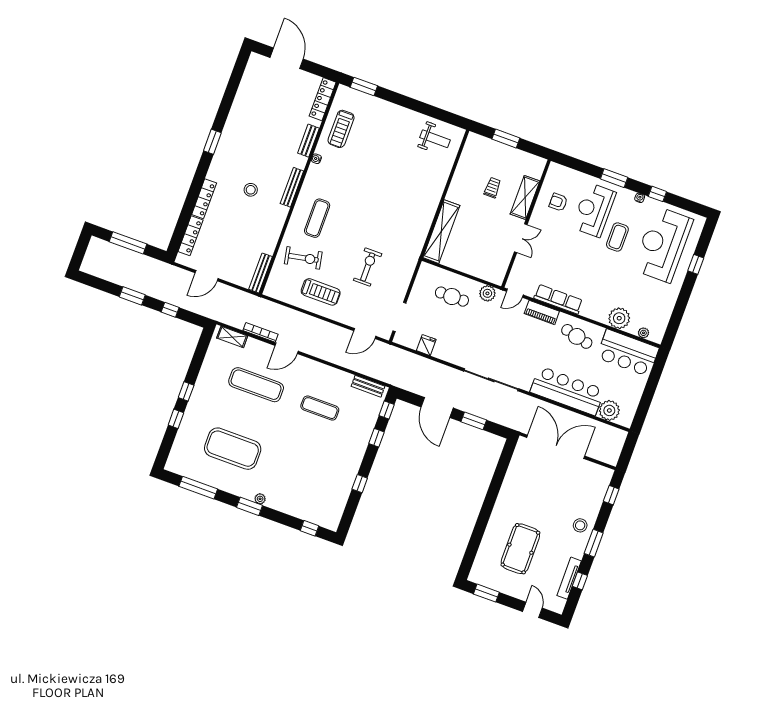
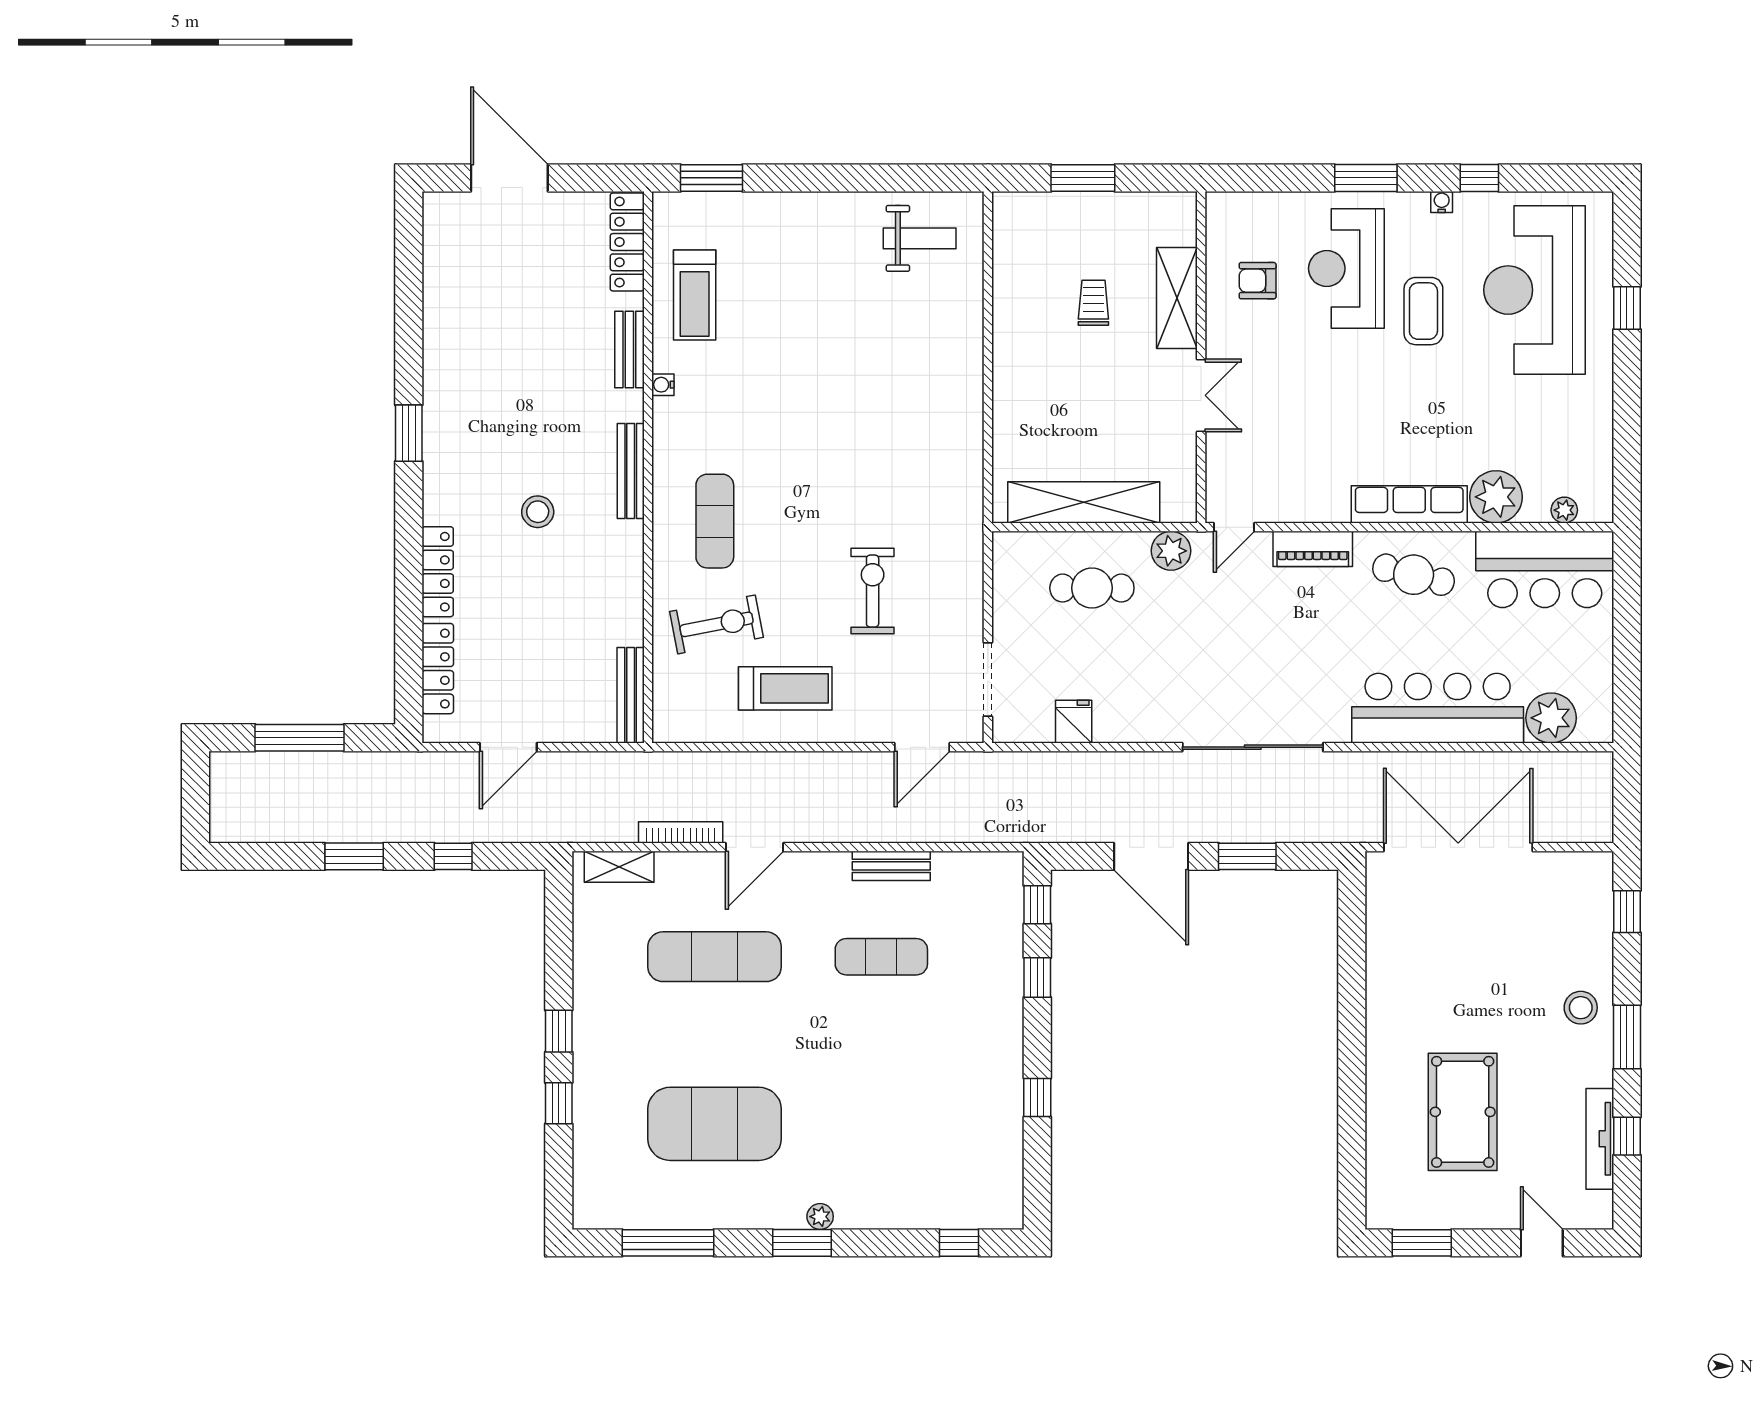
shelving: (441, 232) -> (1084, 502), moved, turned 90
row of seats: (558, 299) -> (1409, 504), moved
bench: (368, 386) -> (891, 866), moved

